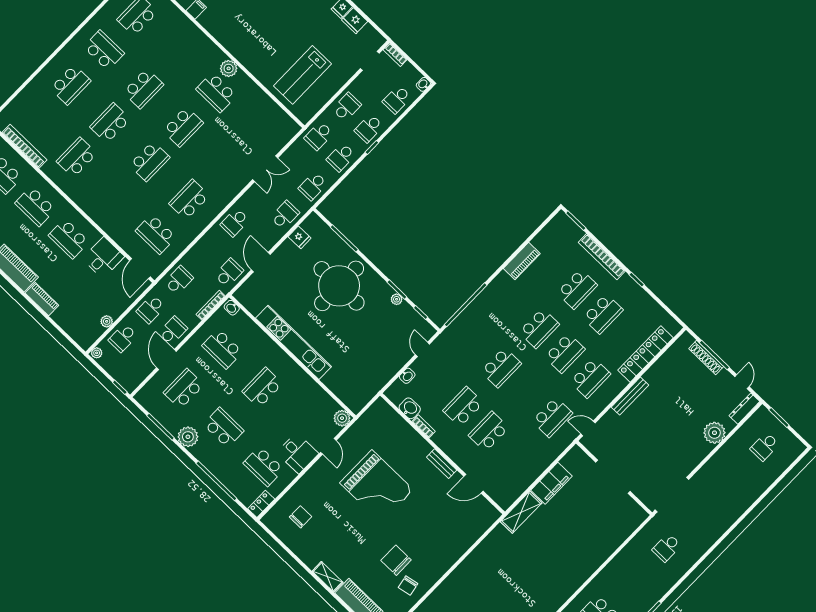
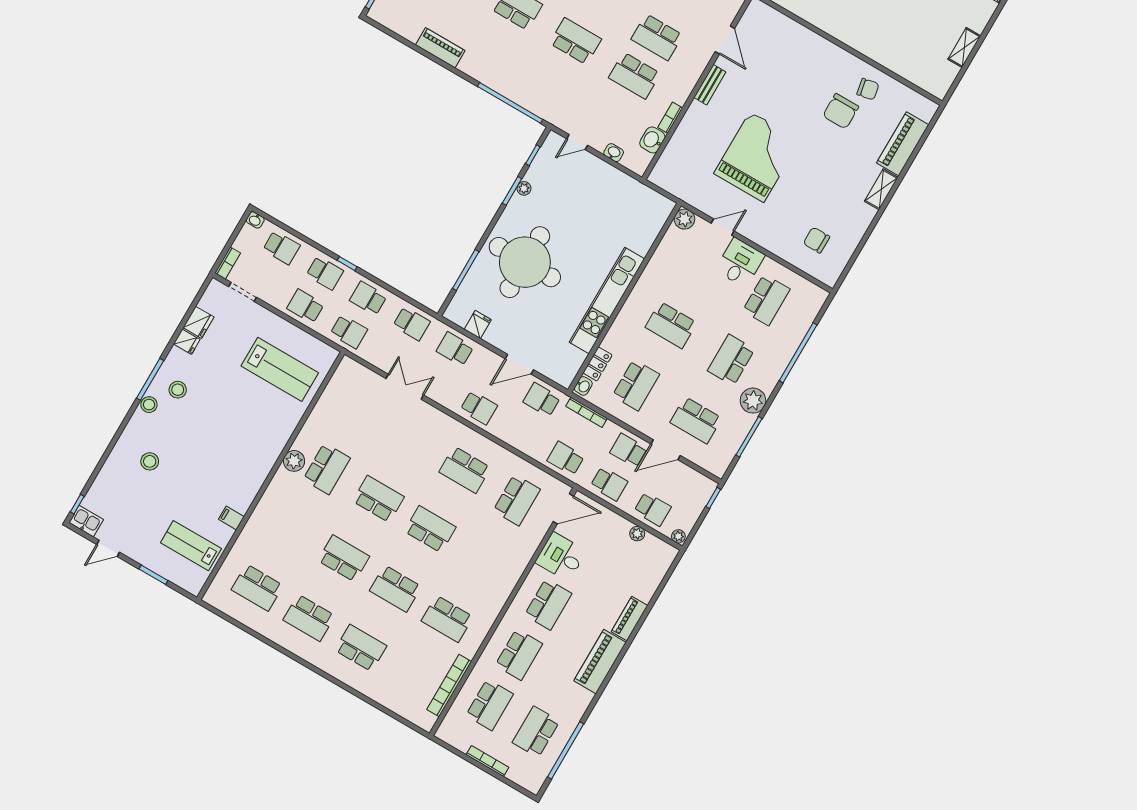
school desk: (104, 50) -> (309, 618), turned -90
school desk: (341, 157) -> (368, 298), turned 180
locker: (261, 504) -> (598, 364), moved, turned -90

